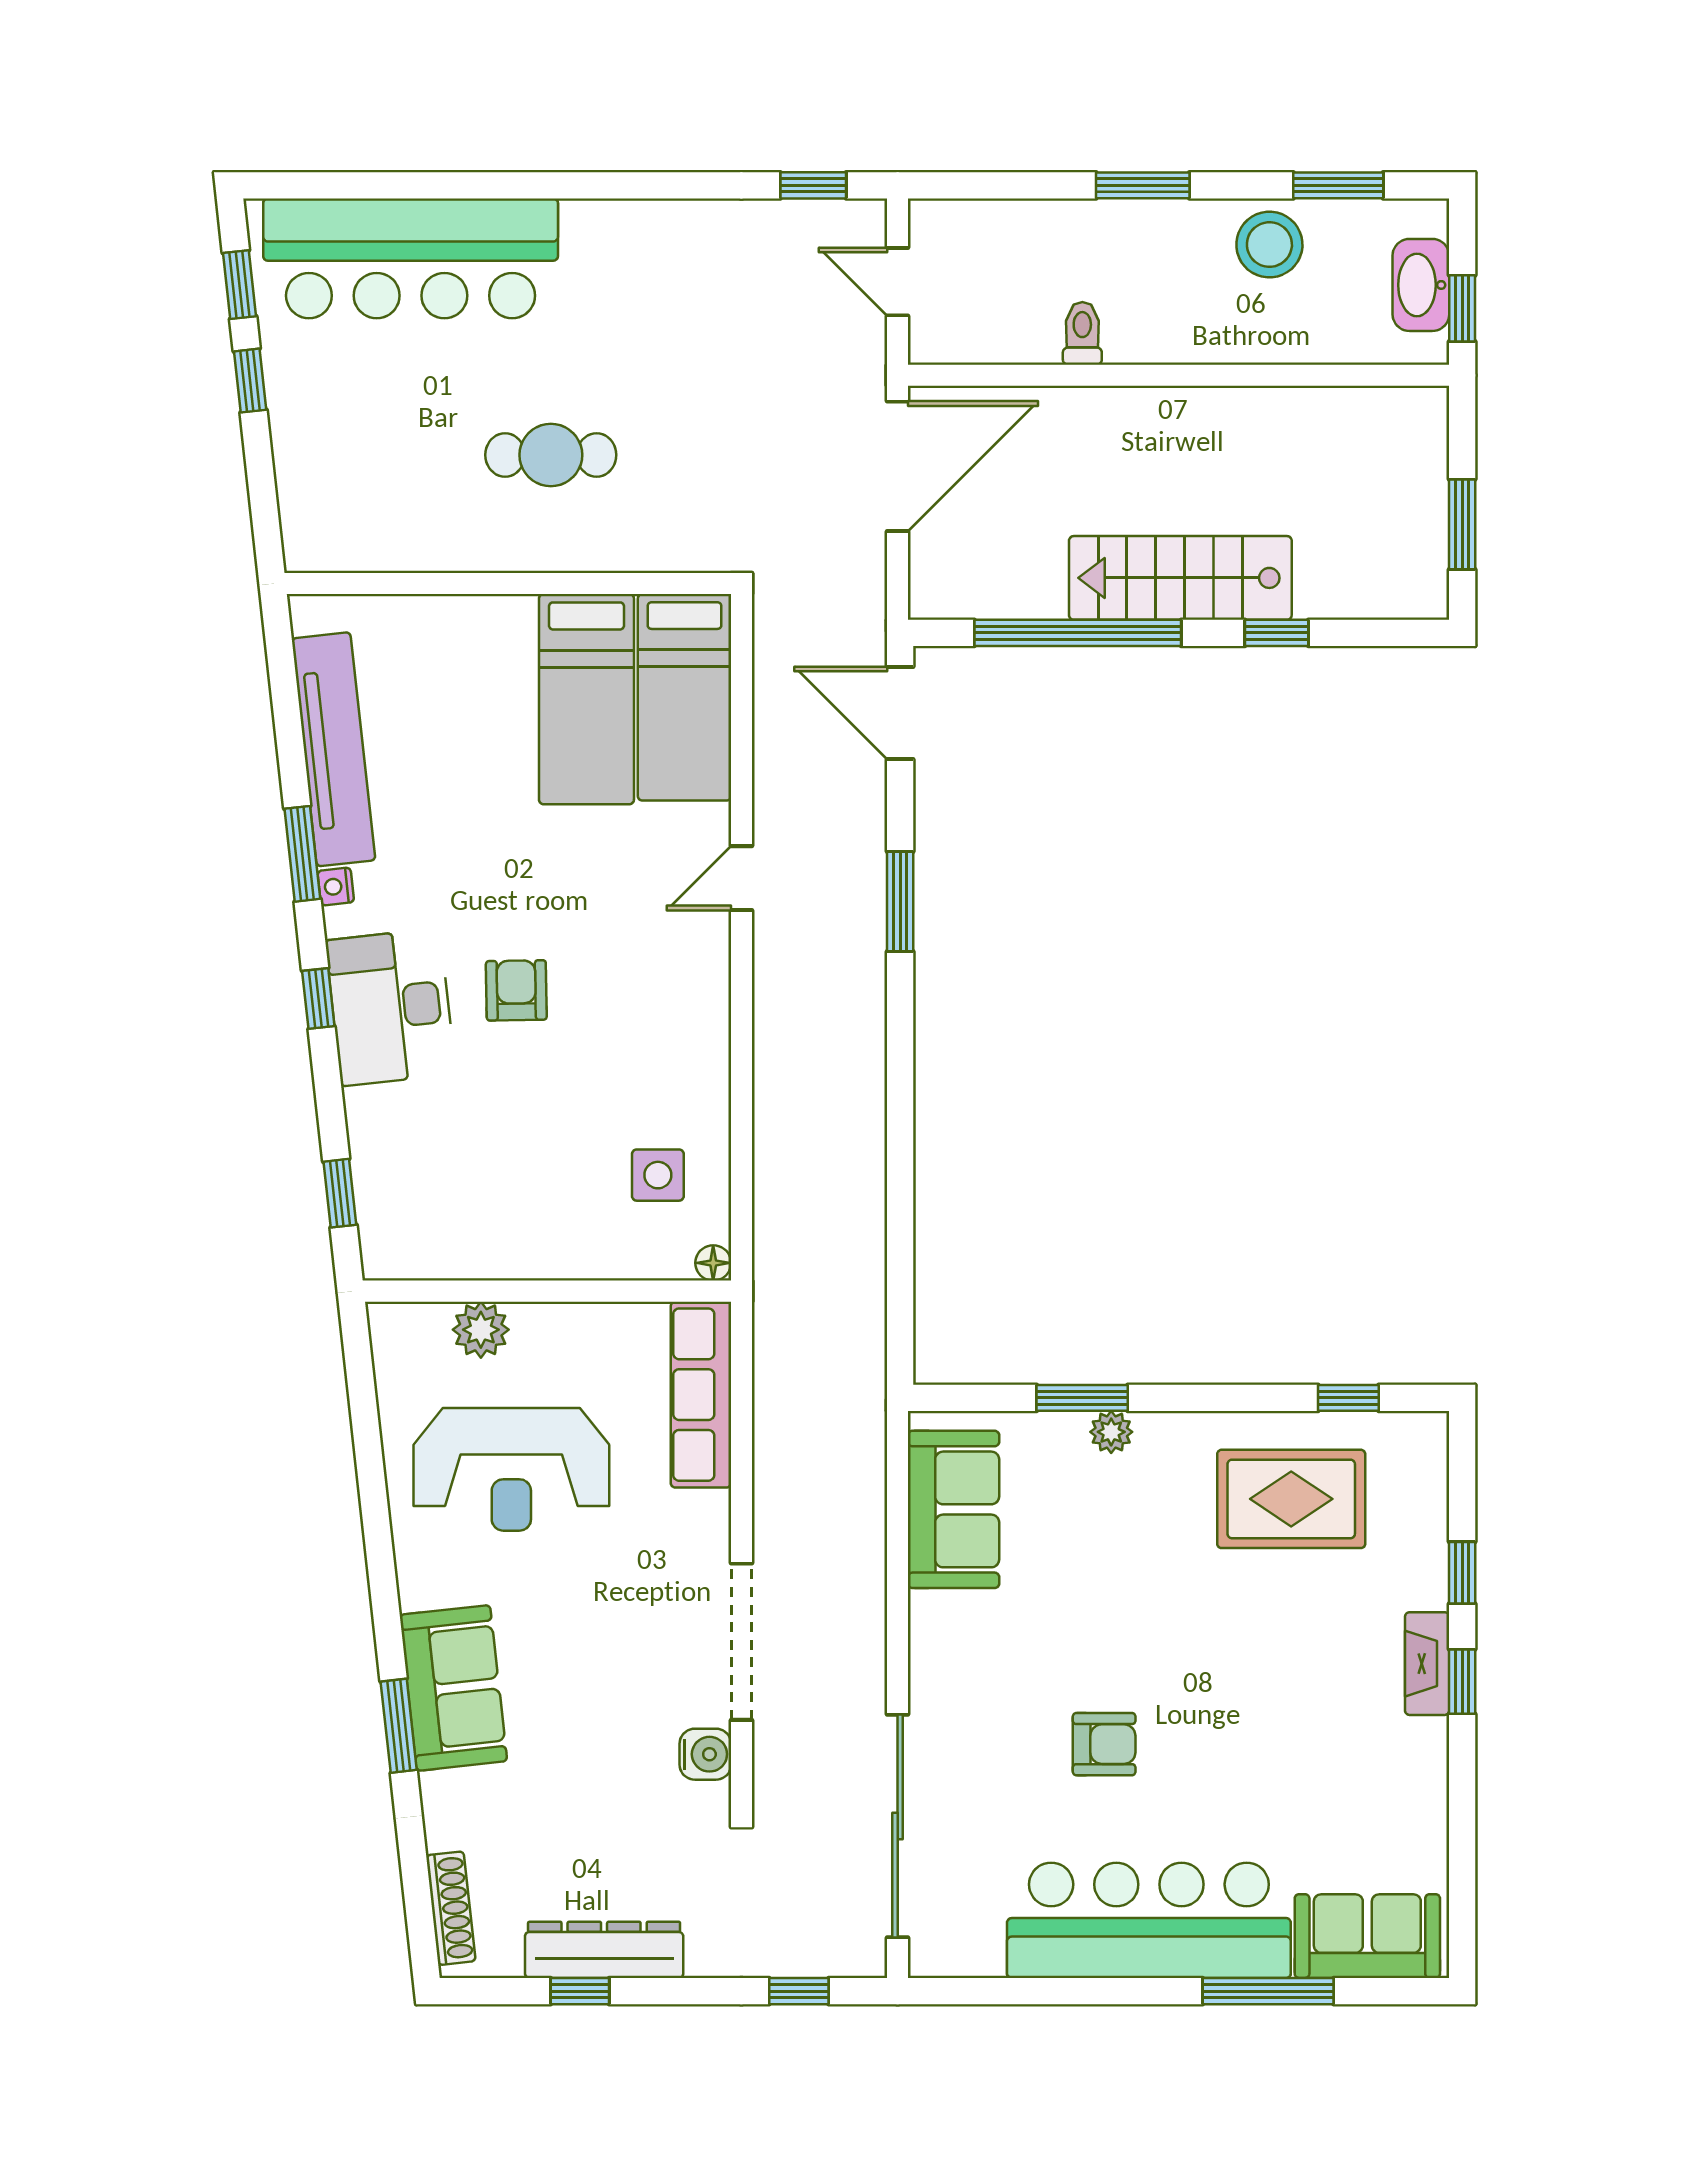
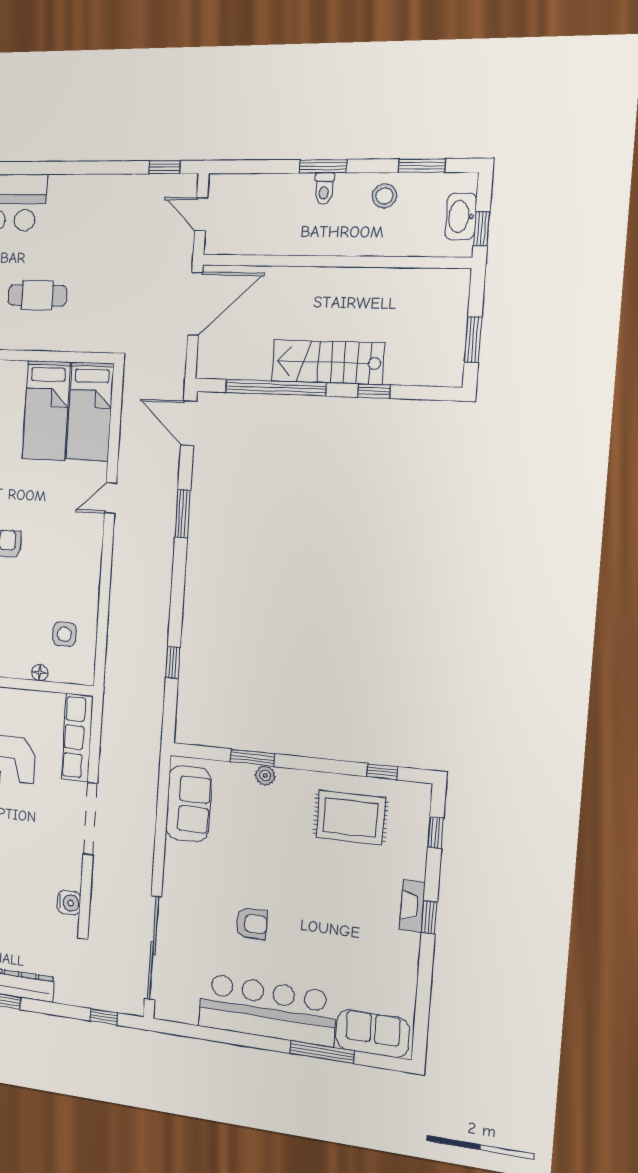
stool: (1269, 245) -> (384, 196), width x0.73, depth x0.73
toilet: (1082, 333) -> (324, 189), moved, turned 180
window: (900, 1215) -> (173, 662), added
floor lamp: (713, 1263) -> (40, 673), moved
window: (1462, 1573) -> (436, 833), moved
doorway: (741, 1642) -> (90, 819), moved

